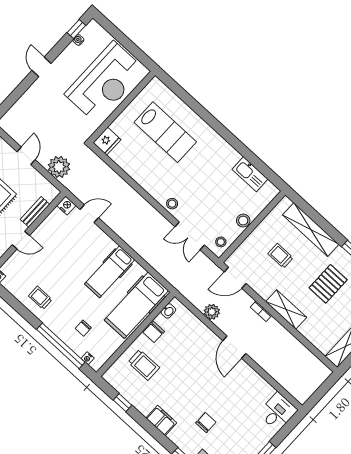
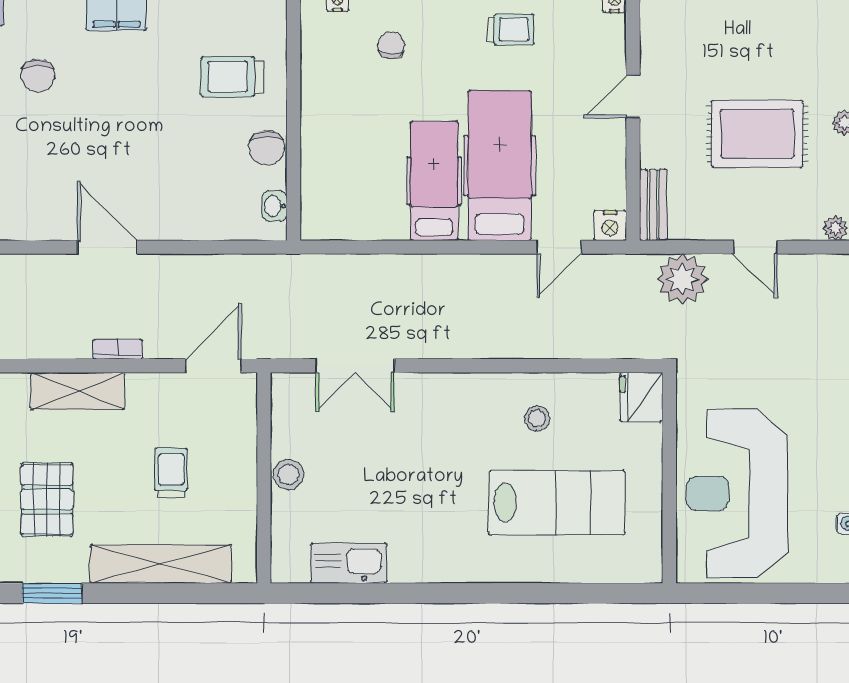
lab bench: (165, 132) -> (557, 503), turned 180
stool: (172, 204) -> (537, 419), moved
bench: (35, 212) -> (653, 205), moved
double door: (190, 236) -> (355, 366), swing flipped
stool: (221, 242) -> (293, 404), removed
trolley: (280, 256) -> (171, 473), turned -90
hospital bed: (136, 305) -> (500, 166), moved
plant: (212, 312) -> (200, 272), removed
chair: (154, 332) -> (267, 148), turned 180

